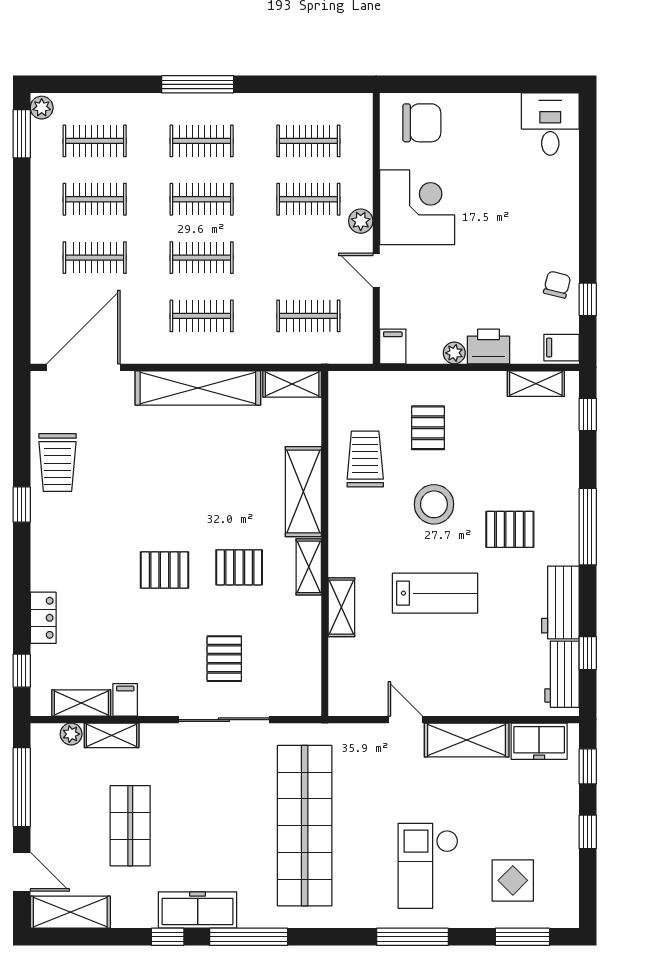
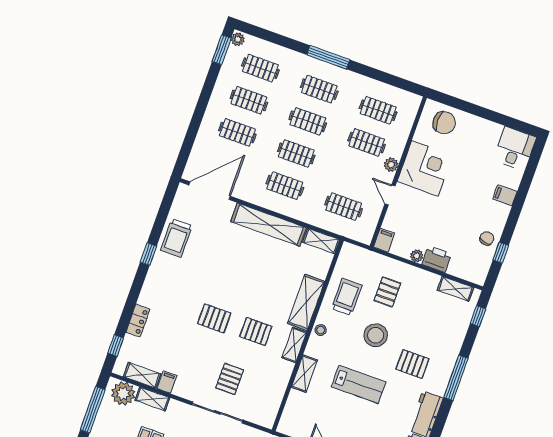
filing cabinet: (561, 348) -> (505, 195), moved
stool: (342, 528) -> (321, 330), added
plant: (71, 734) -> (123, 394), width x1.88, depth x1.88

